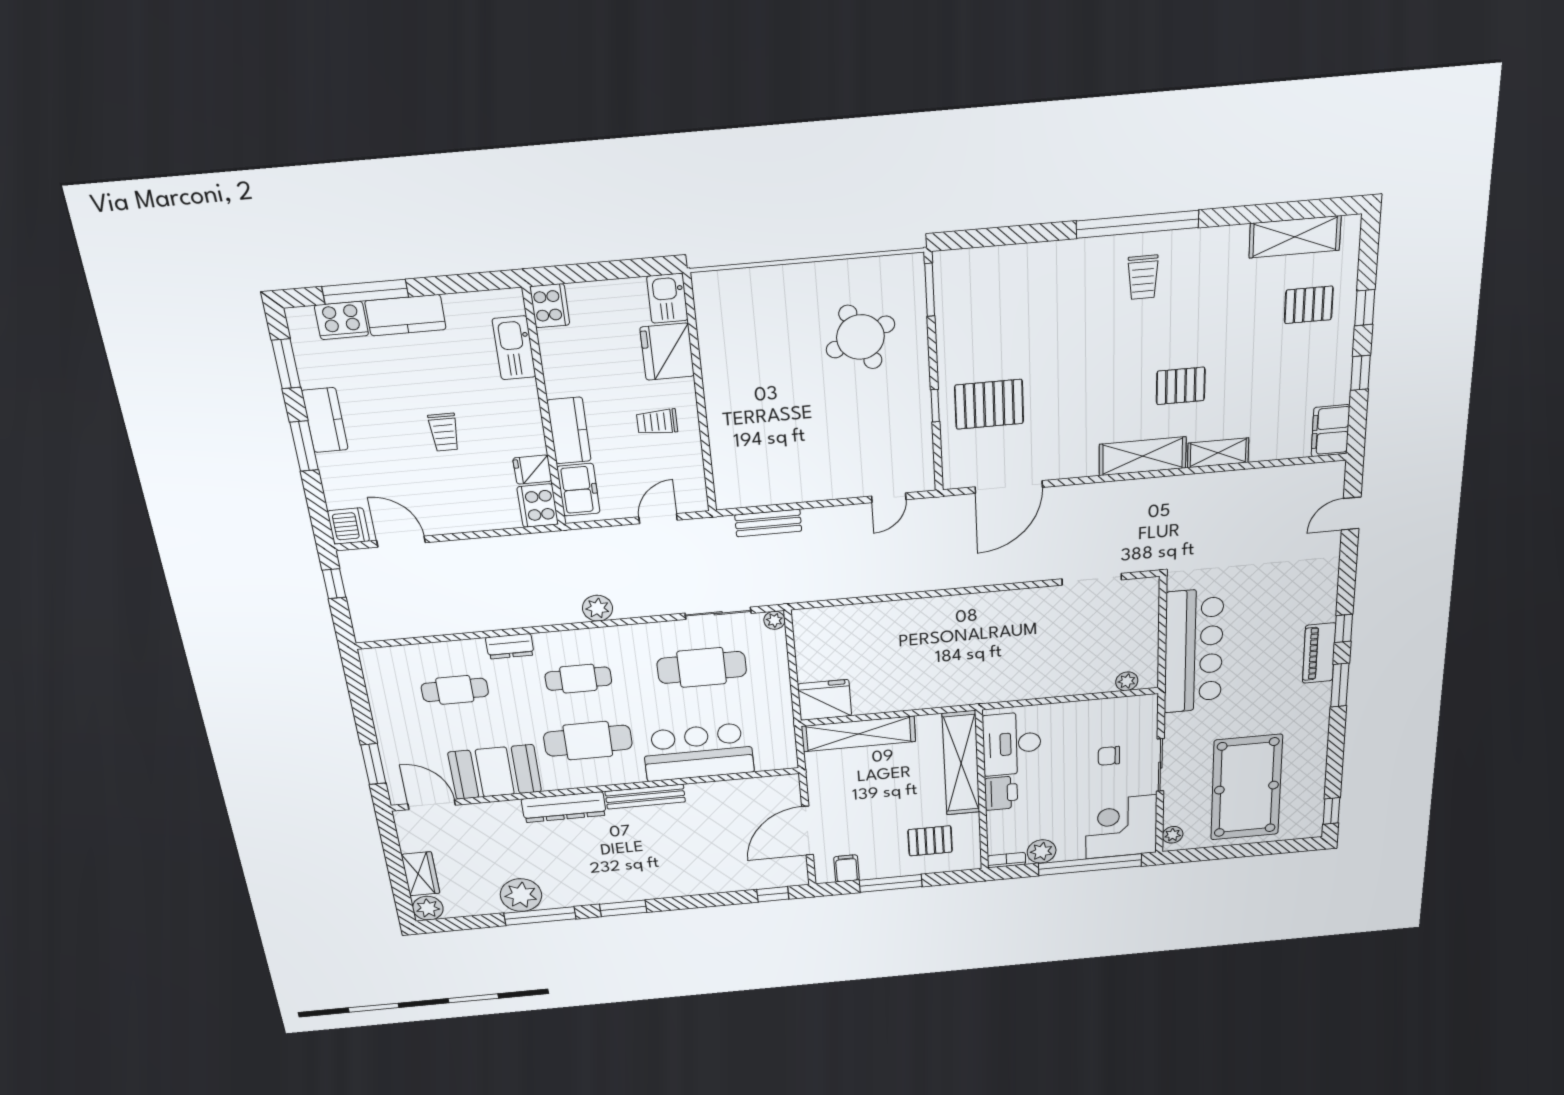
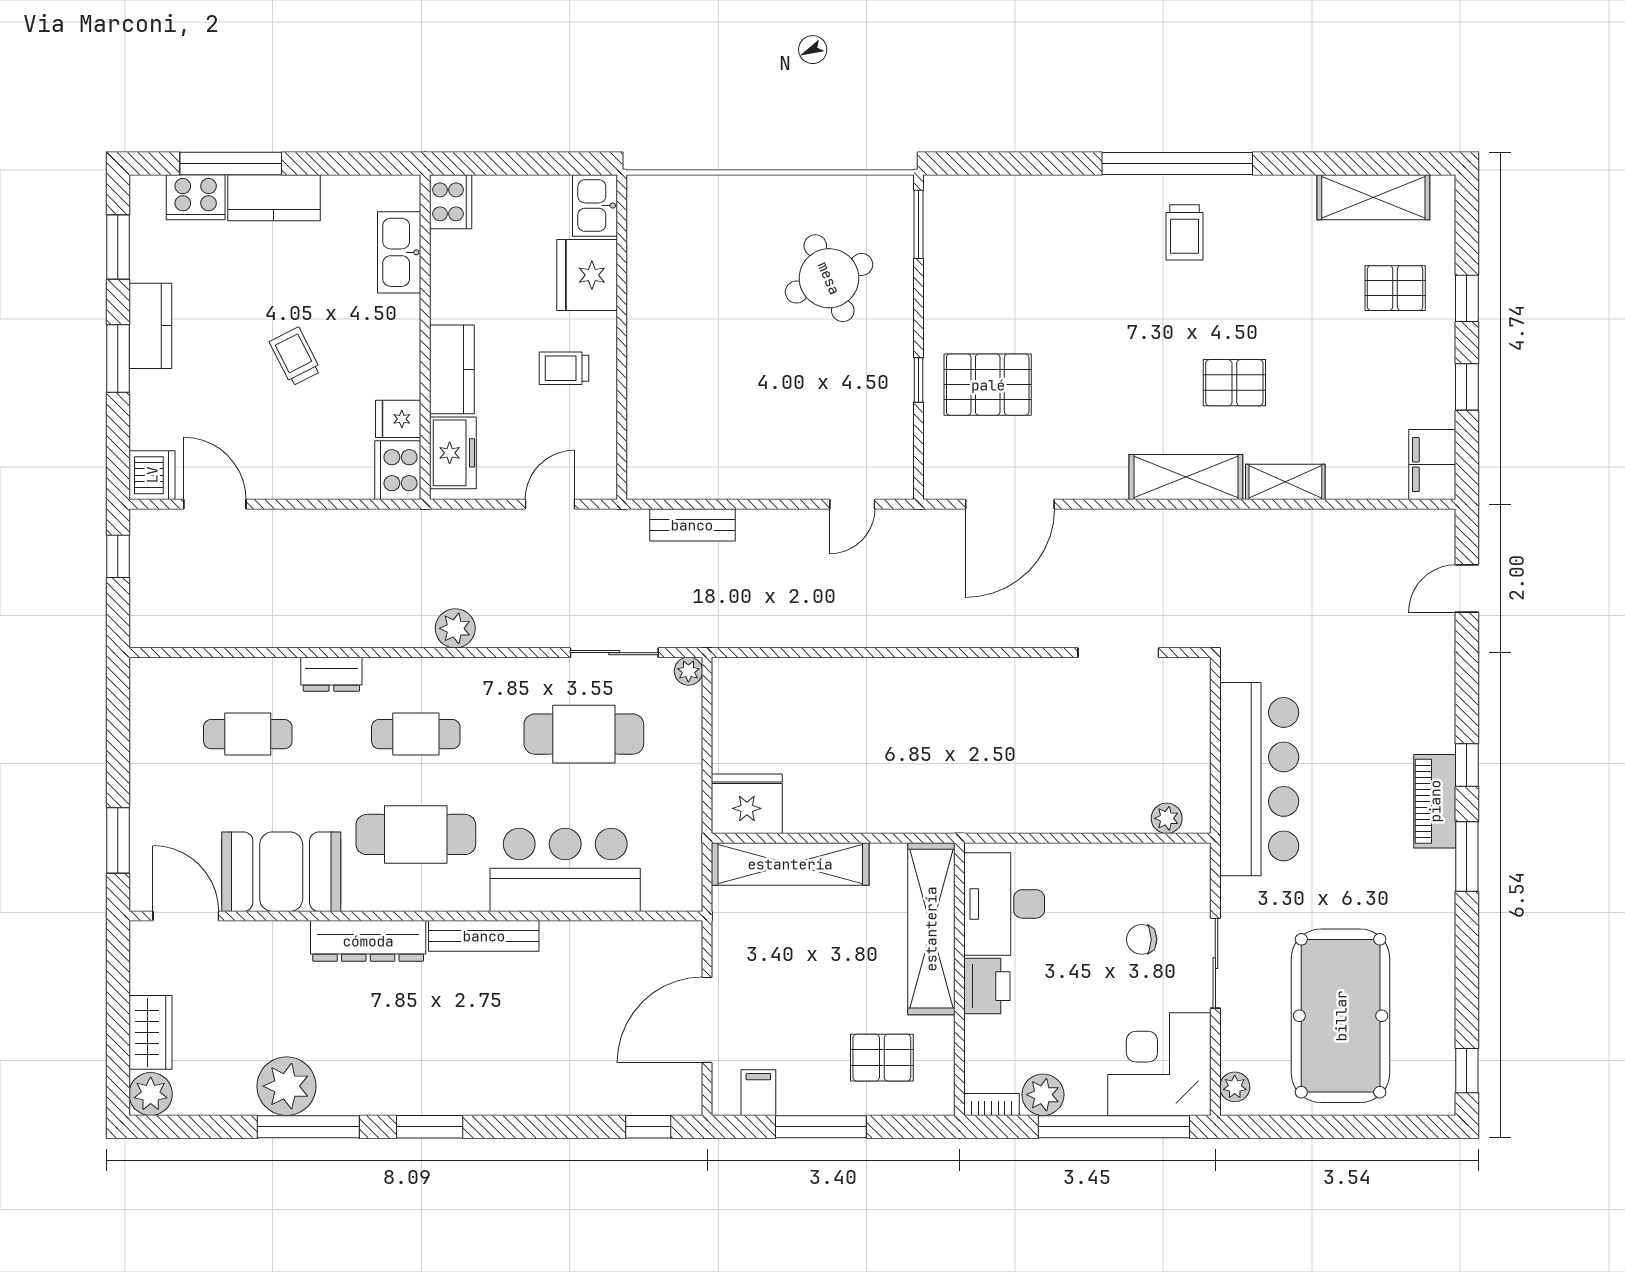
trolley: (444, 432) -> (295, 356), turned 153

